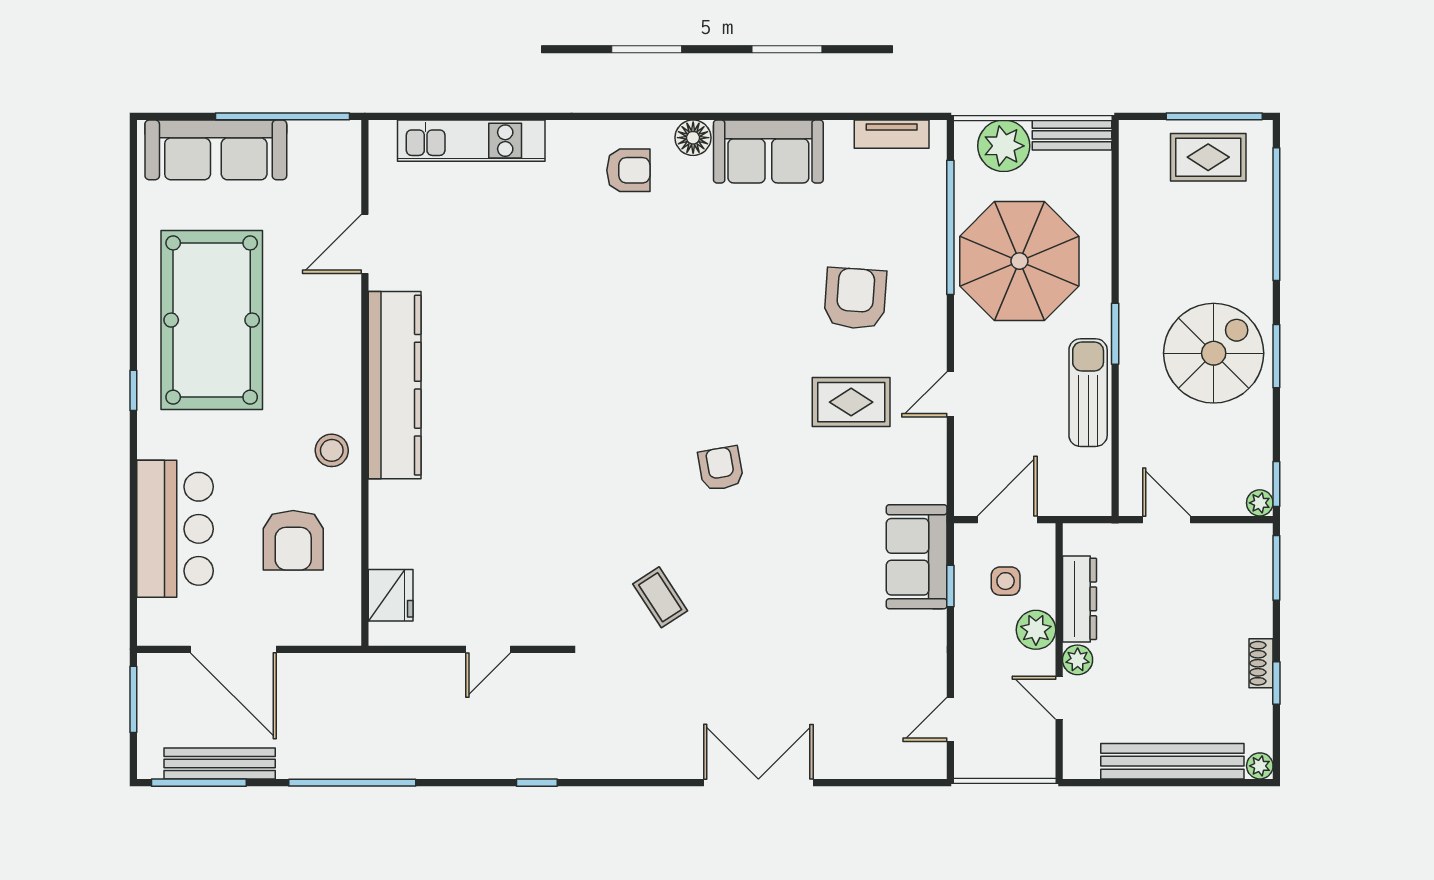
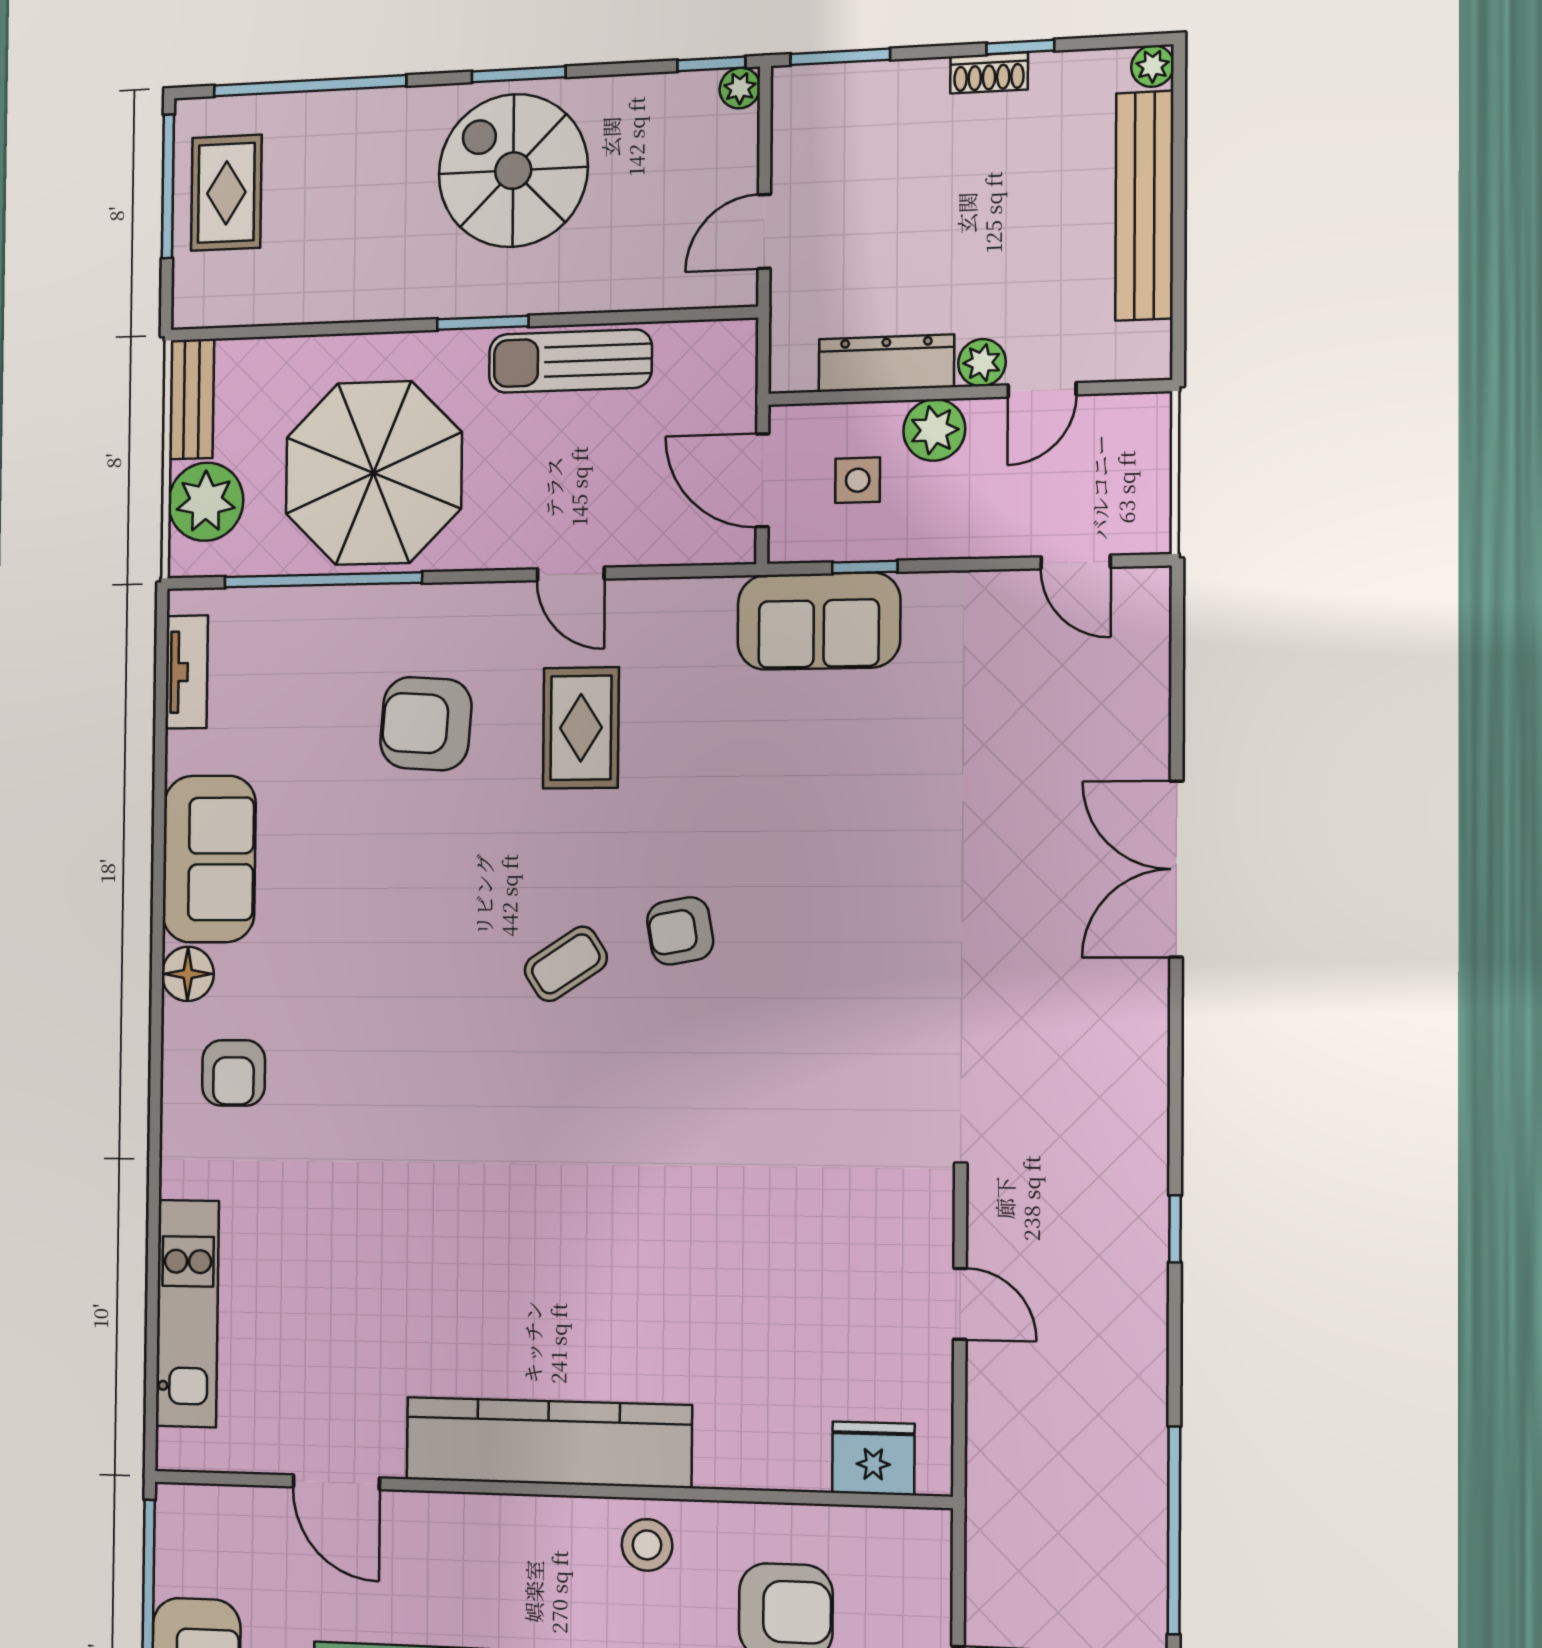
armchair: (628, 170) -> (234, 1073), turned 180
coffee table: (660, 597) -> (566, 964), moved

